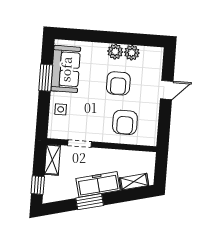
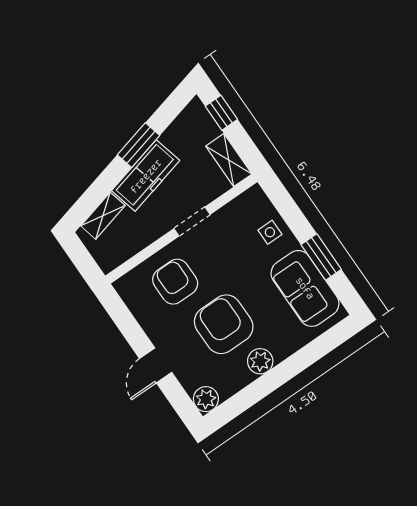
plant: (132, 53) -> (206, 399), moved
armchair: (118, 83) -> (224, 324), width x1.36, depth x1.36
doorway: (80, 144) -> (192, 222), moved

